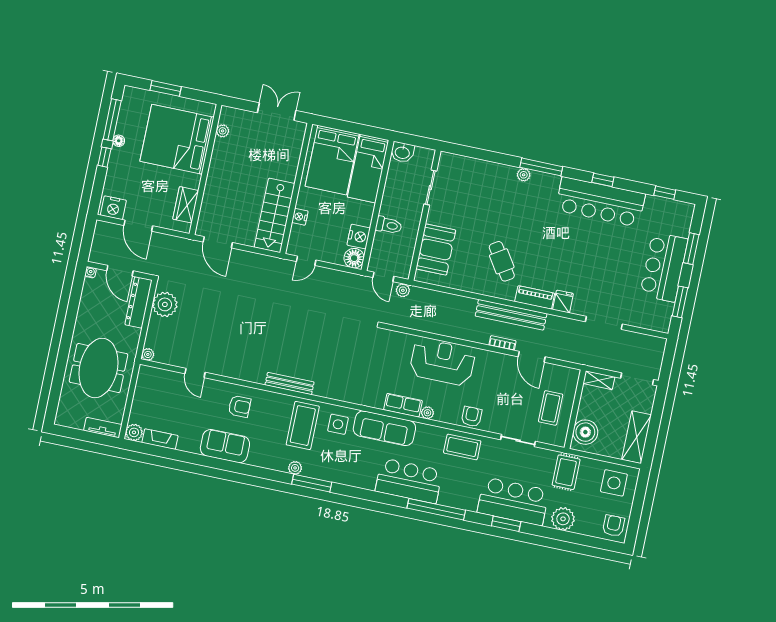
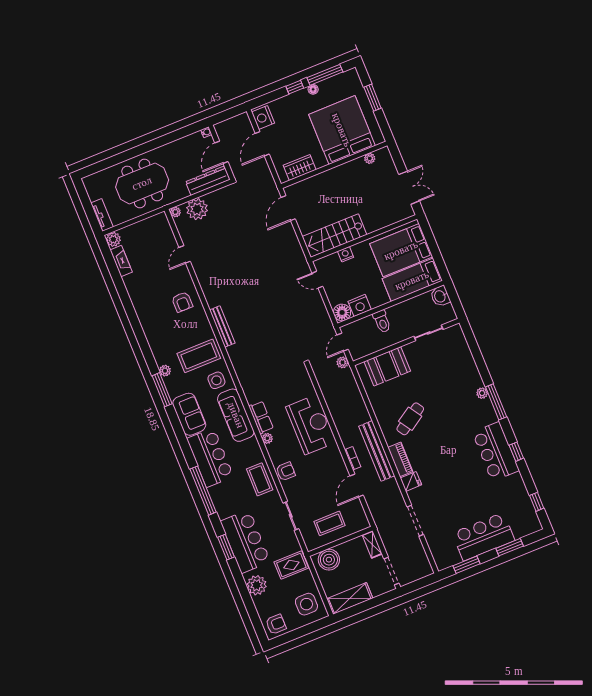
bar counter: (600, 202) -> (496, 451), width x0.73
plant: (165, 304) -> (197, 209), moved
sofa: (225, 446) -> (189, 414), moved

